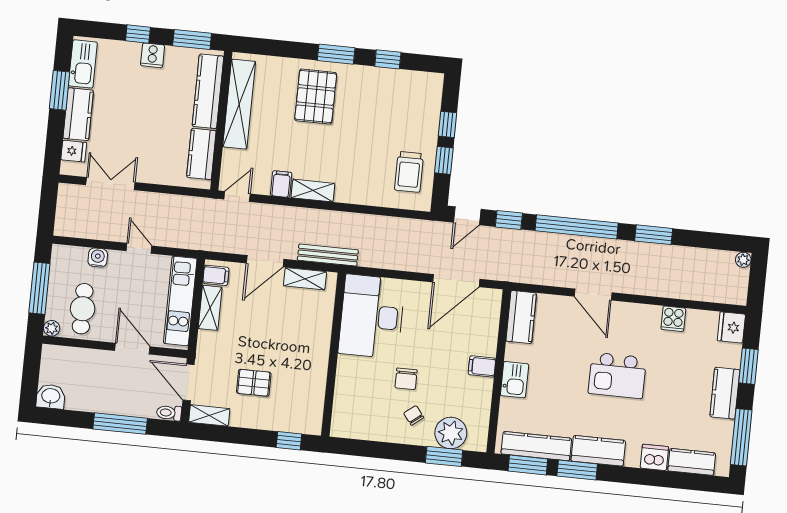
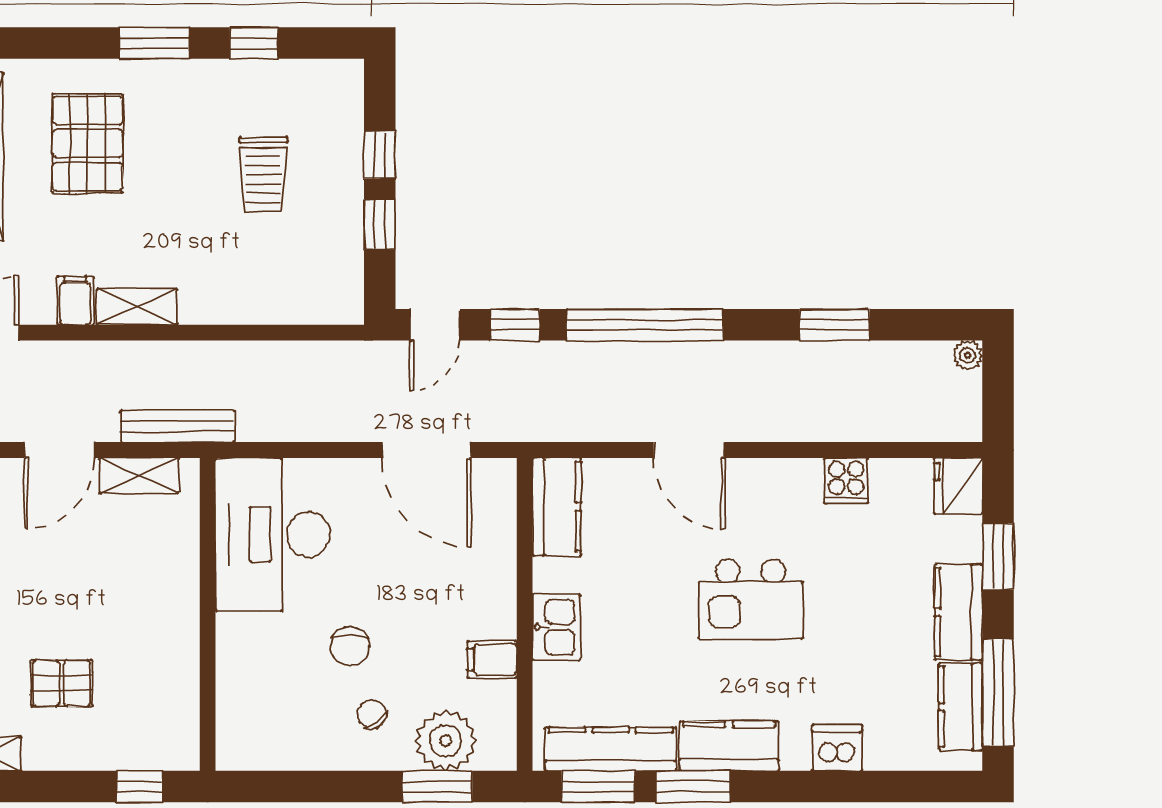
pallet: (316, 97) -> (88, 143), moved
trolley: (409, 172) -> (263, 174), moved
window: (654, 235) -> (835, 325), moved
door: (456, 281) -> (427, 450), hinge flipped
filing cabinet: (482, 366) -> (492, 659), moved
kitchen counter: (692, 462) -> (961, 707), moved, turned -90

